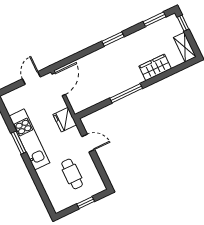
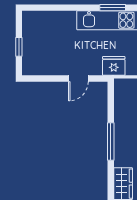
cafe table: (72, 174) -> (55, 47), removed

